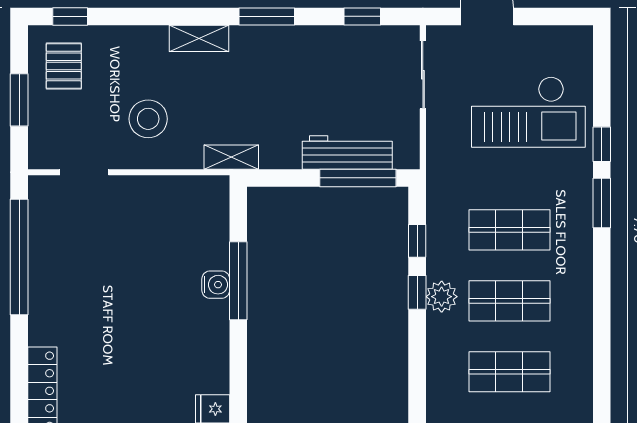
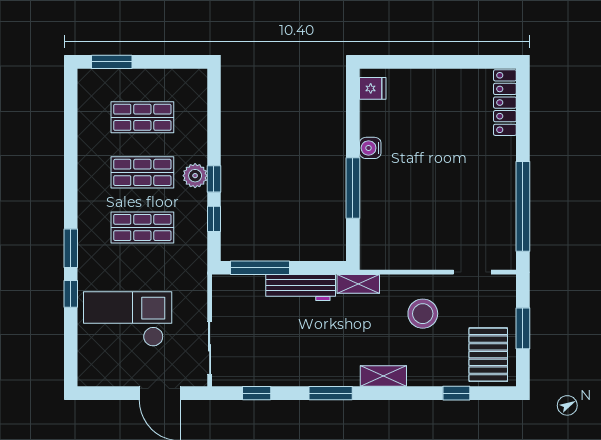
window: (70, 16) -> (456, 393), moved
pallet: (64, 66) -> (488, 355), width x1.50, depth x1.42
workbench: (347, 152) -> (301, 288), moved
water cooler: (216, 285) -> (370, 148), moved

